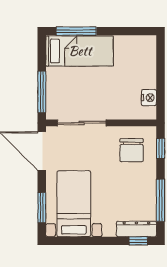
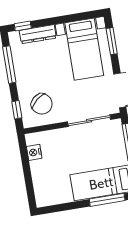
chair: (132, 150) -> (42, 104), turned 140
dresser: (136, 229) -> (38, 34), moved

